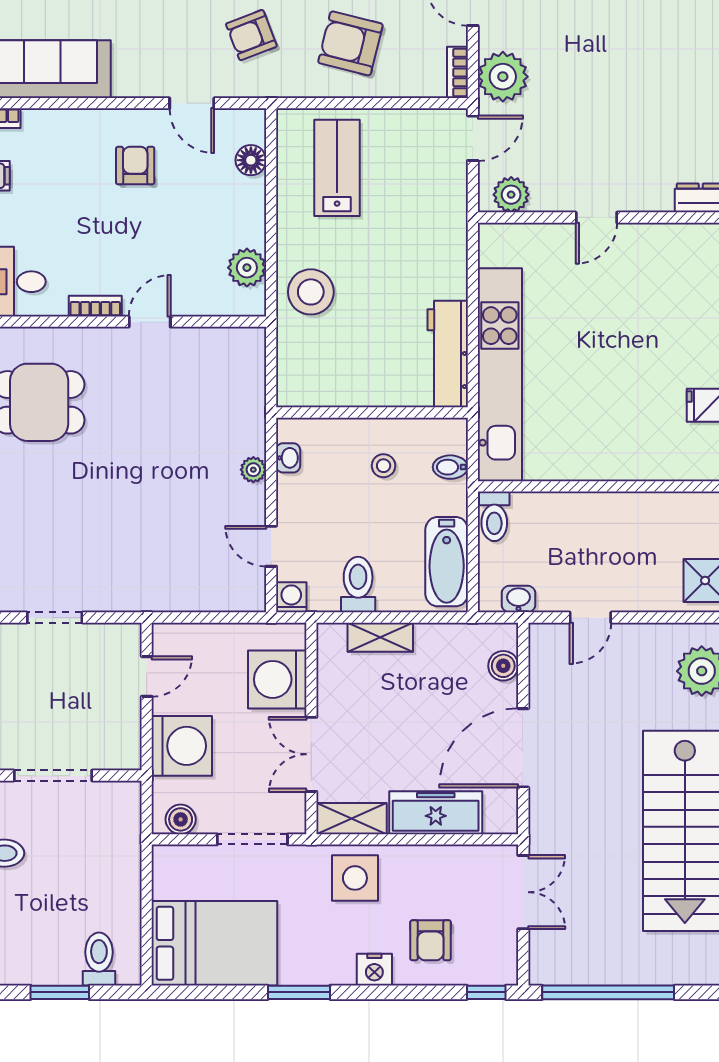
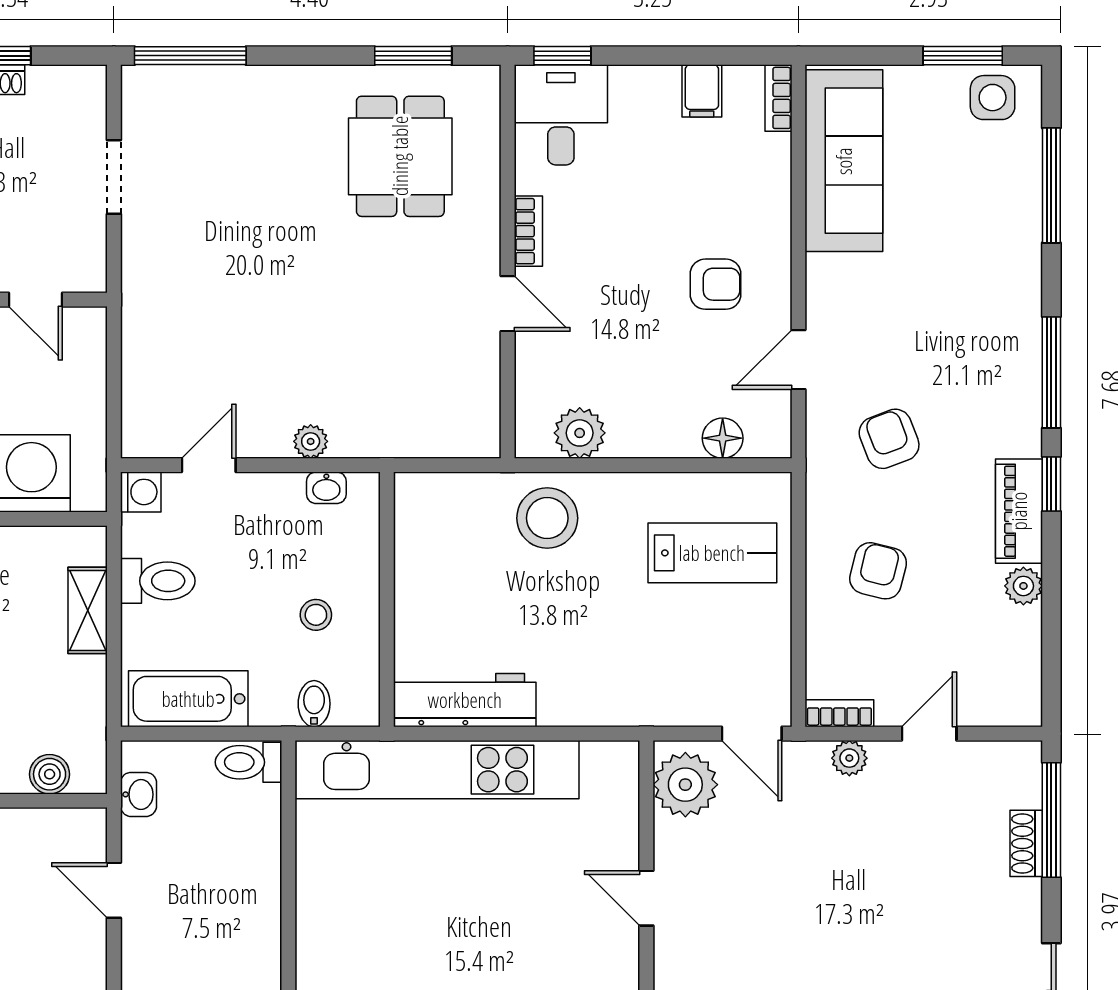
armchair: (350, 43) -> (878, 571), width x0.72, depth x0.72
plant: (503, 77) -> (849, 758), width x0.53, depth x0.53
plant: (511, 195) -> (685, 785), width x1.36, depth x1.36

